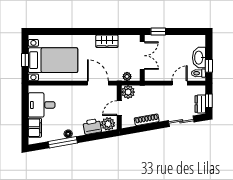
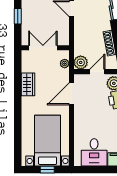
window: (158, 31) -> (18, 16), moved
door: (119, 108) -> (97, 72), swing flipped

